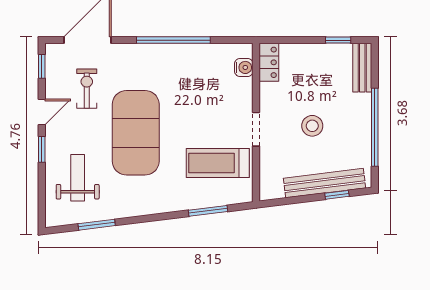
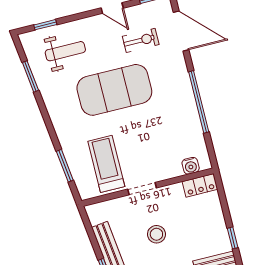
window: (42, 149) -> (45, 25), moved

